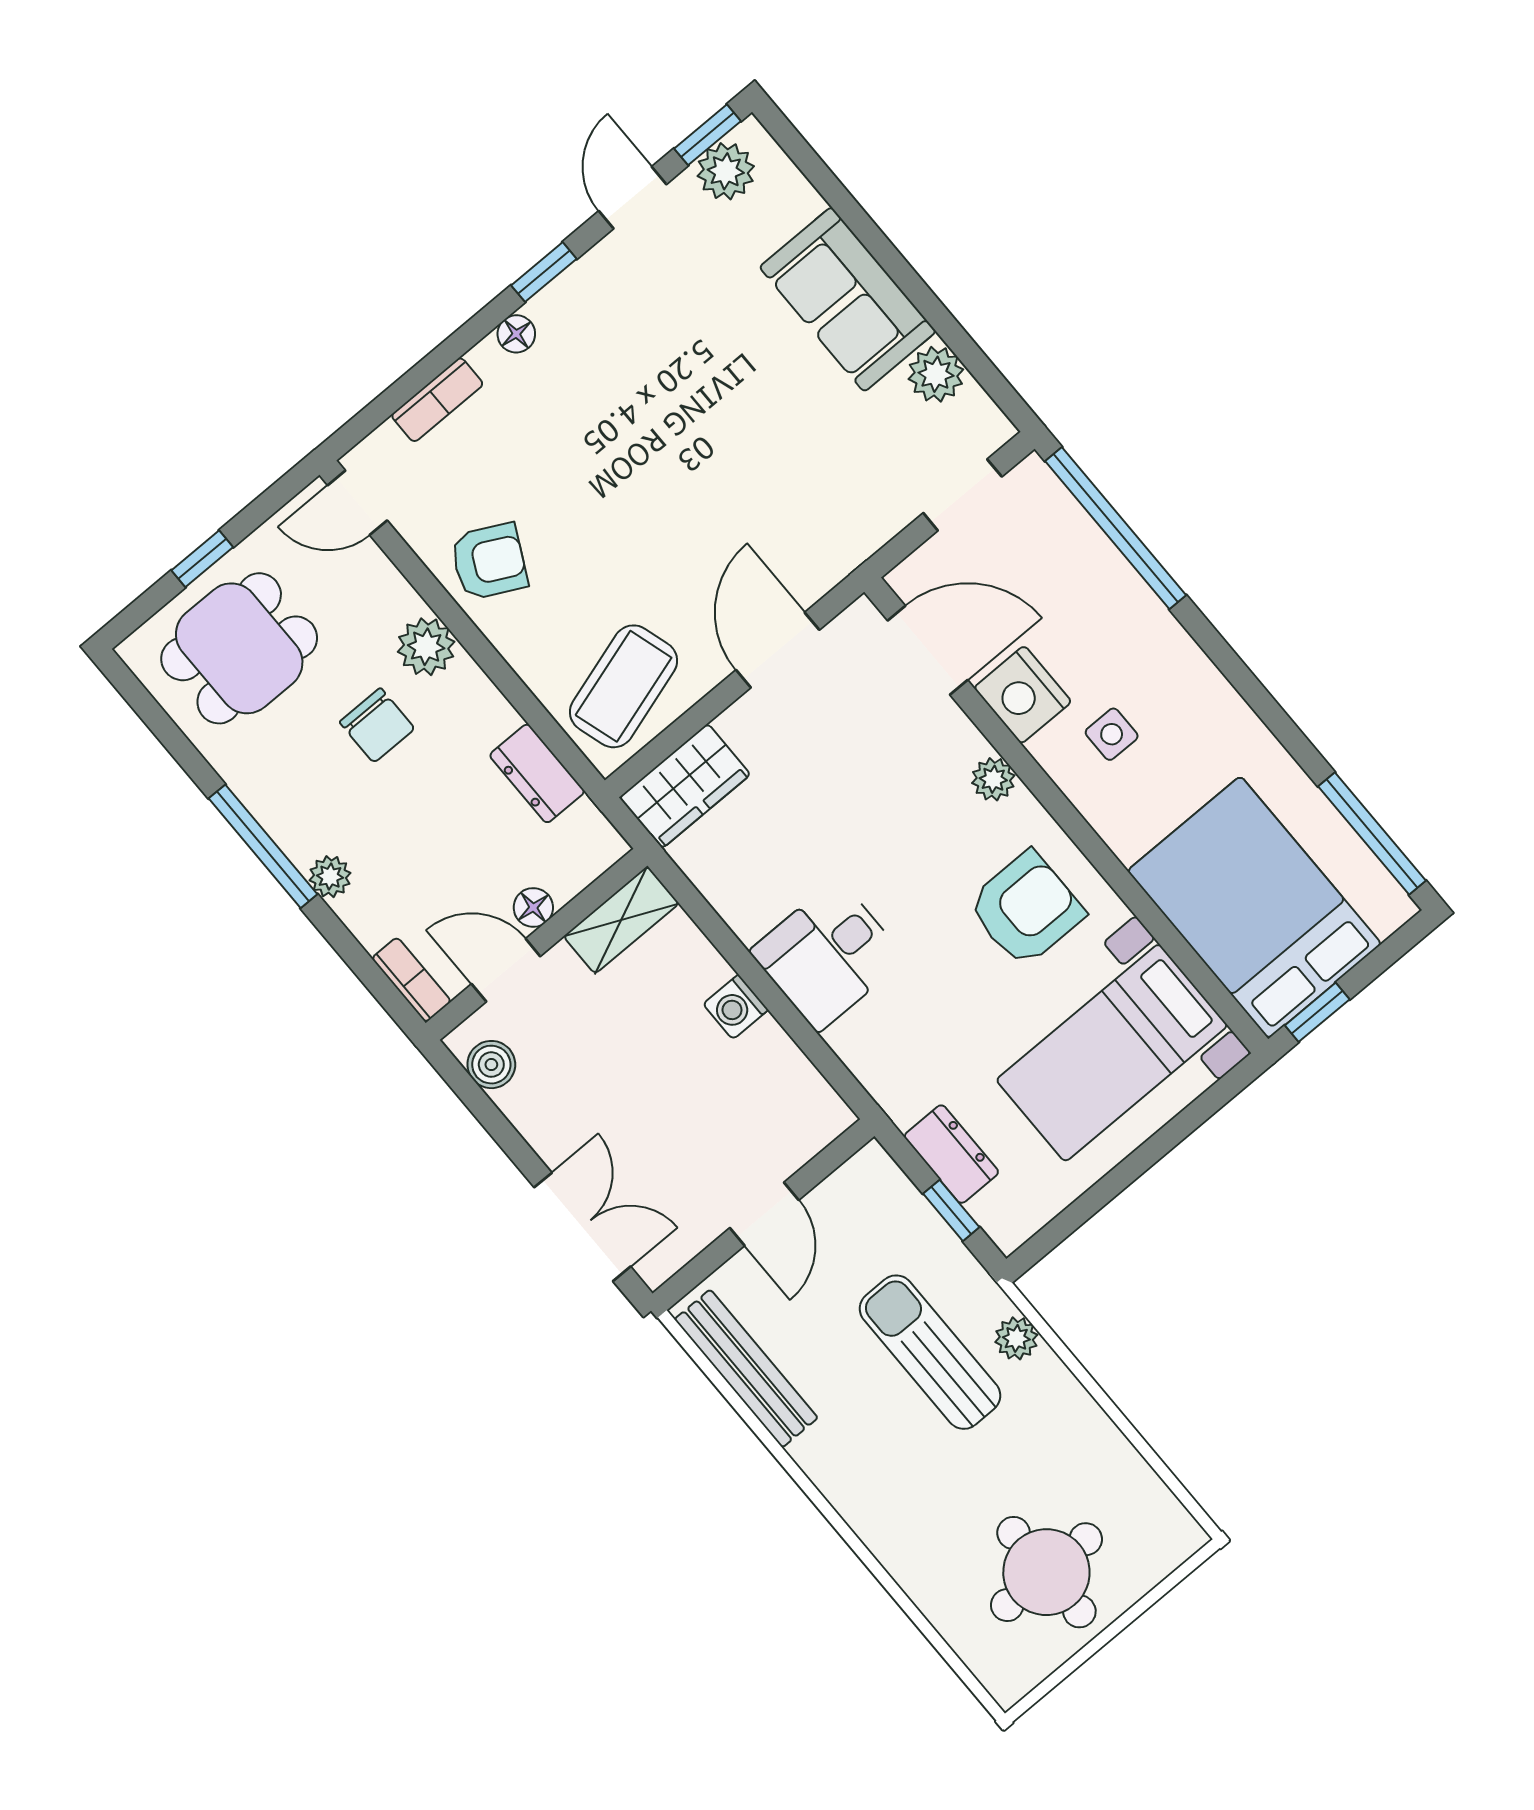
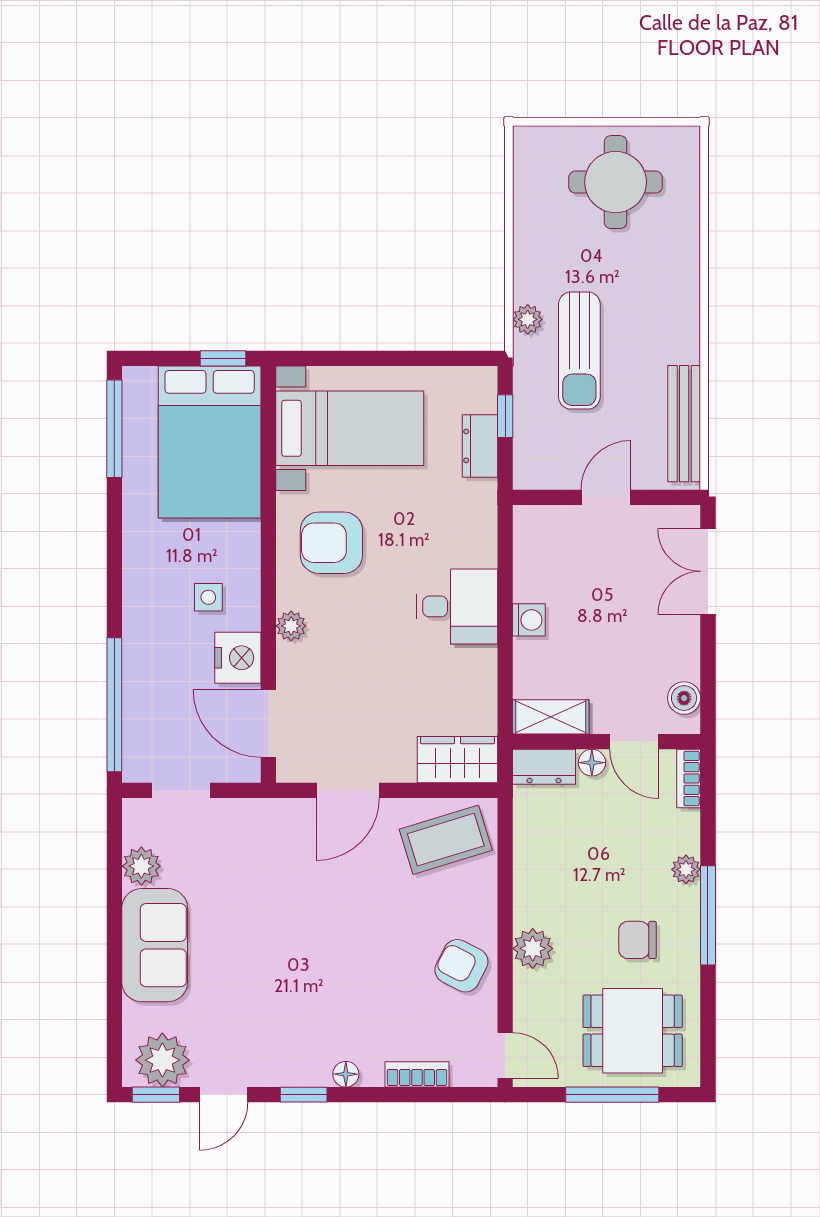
plant: (726, 171) -> (162, 1060), width x1.36, depth x1.36
window: (202, 559) -> (612, 1095), width x2.17
chair: (377, 725) -> (638, 940), moved, turned -90
dresser: (537, 773) -> (544, 767), moved, turned 90

